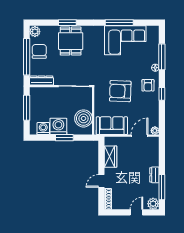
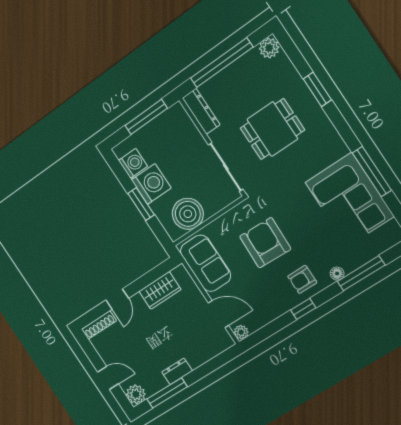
dining table: (71, 41) -> (272, 129), moved
chair: (39, 51) -> (243, 77), removed
door: (101, 181) -> (117, 299), swing flipped

